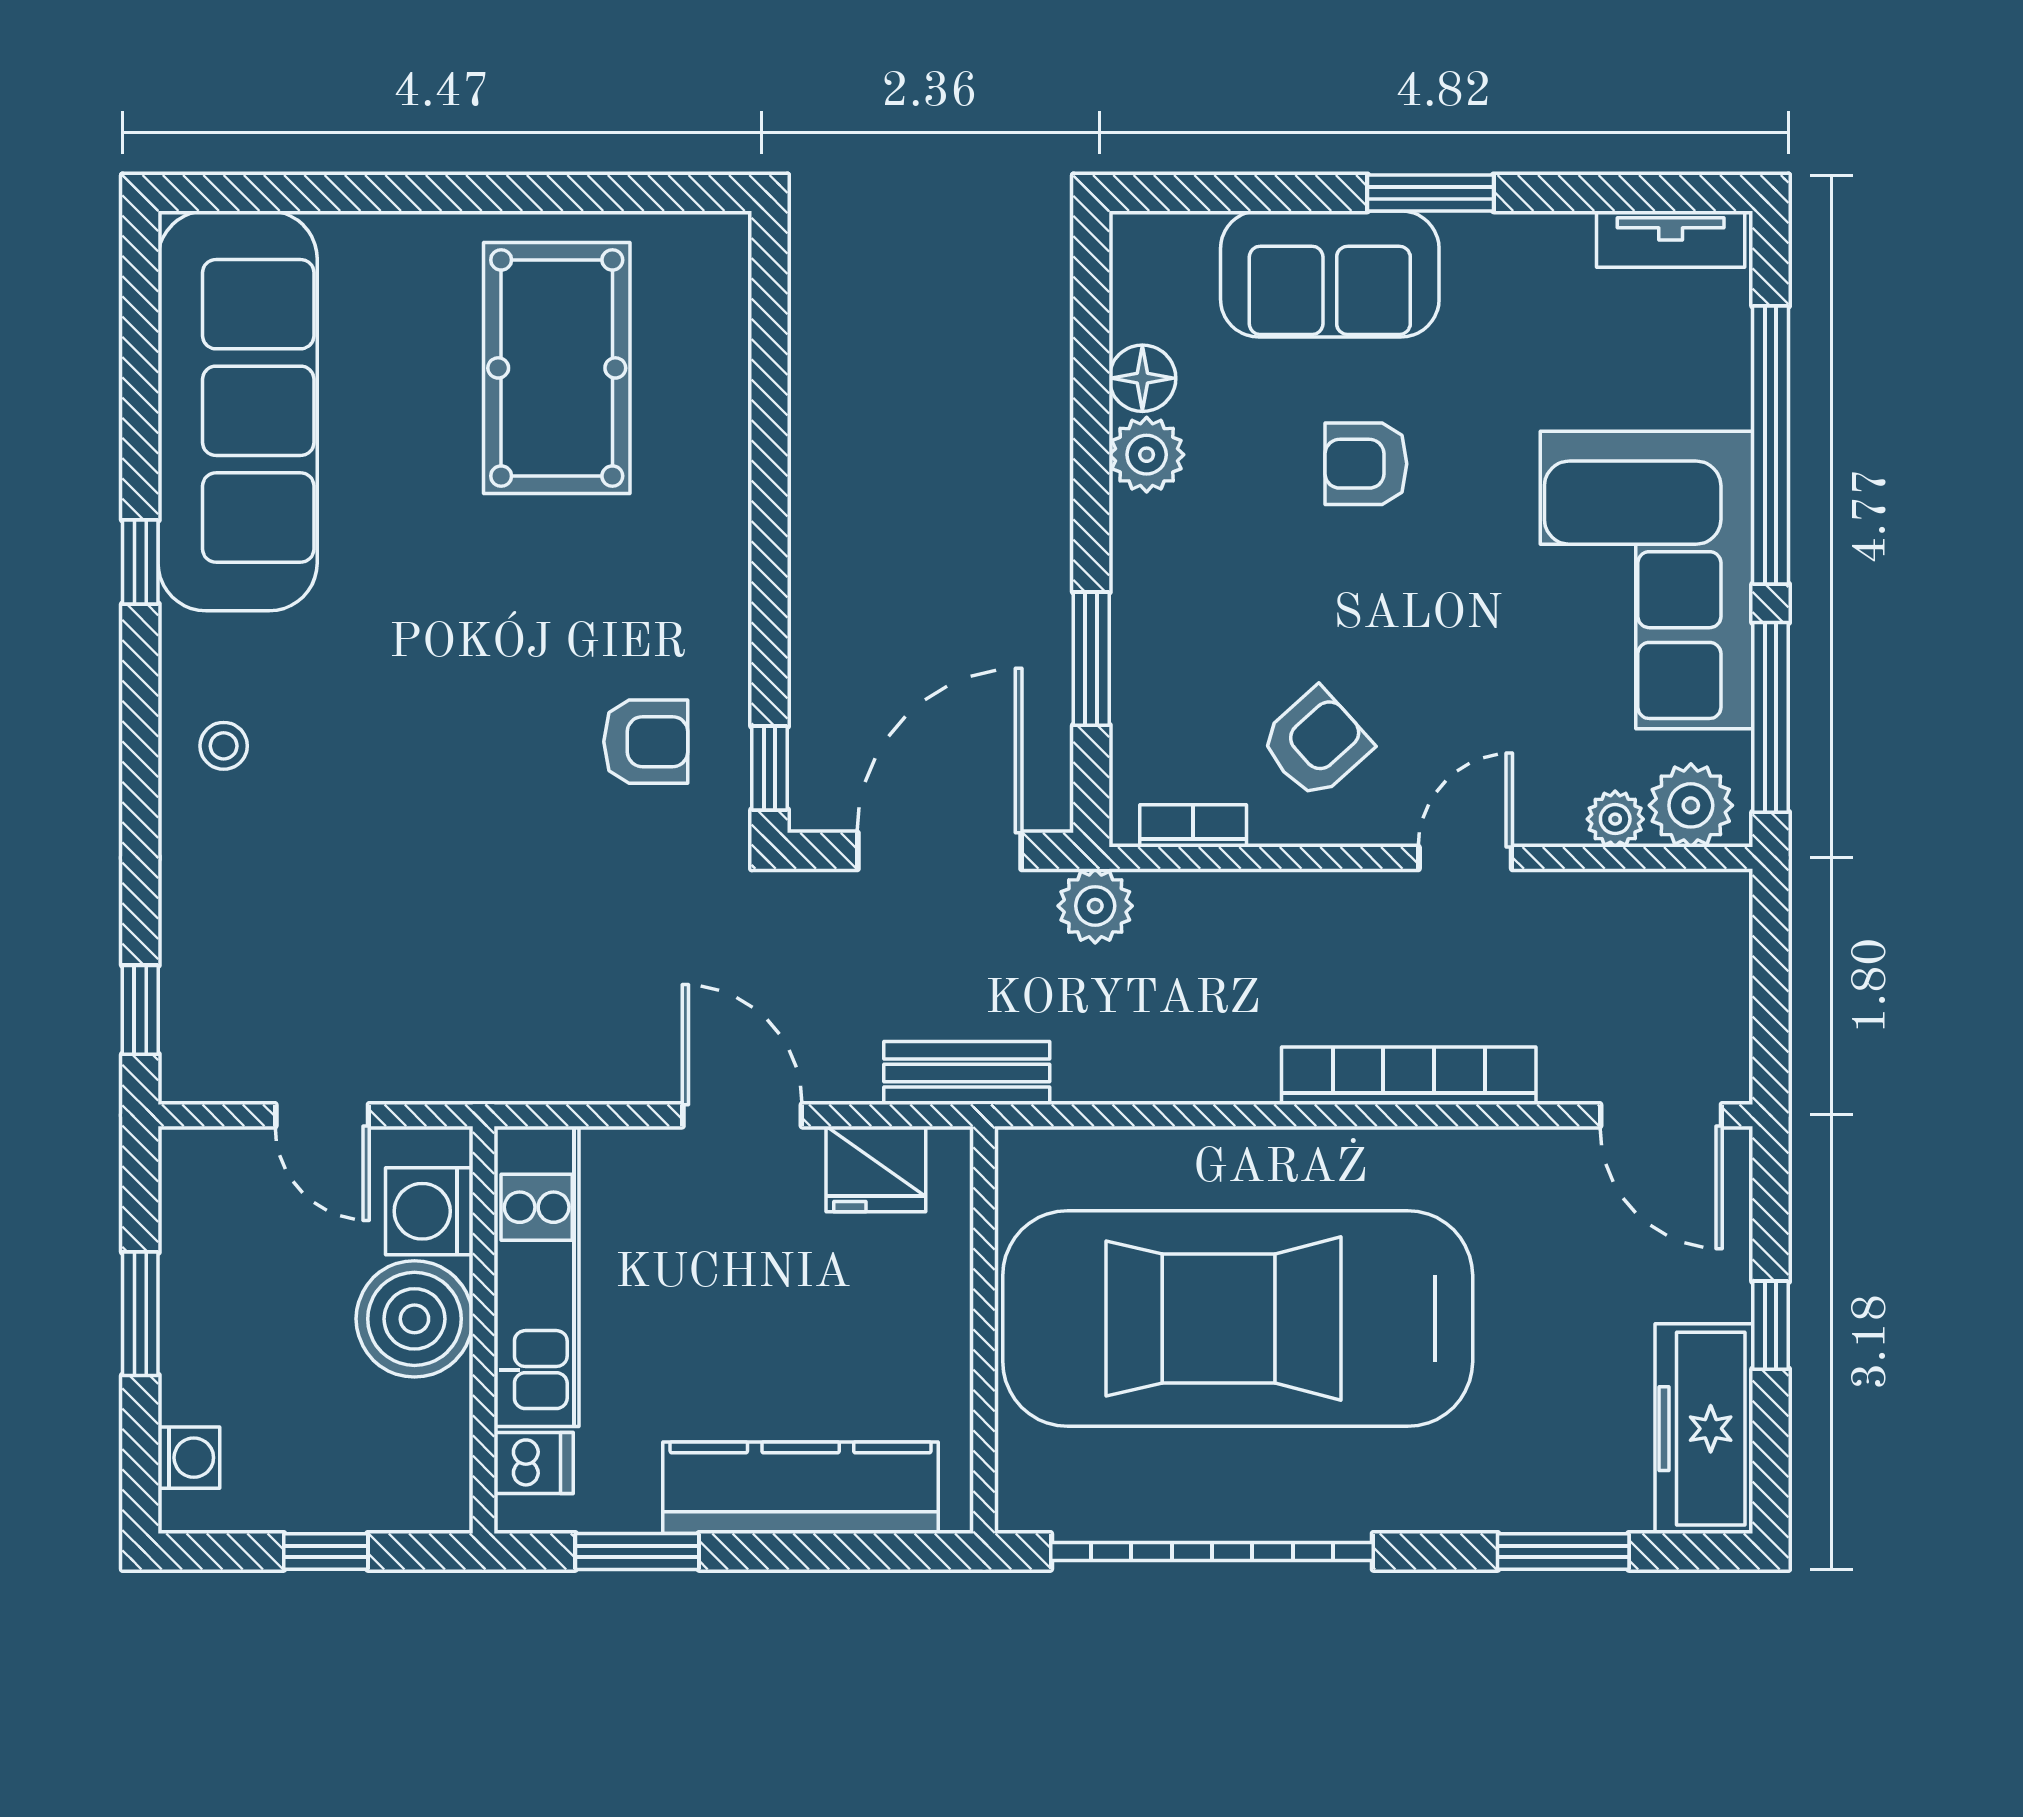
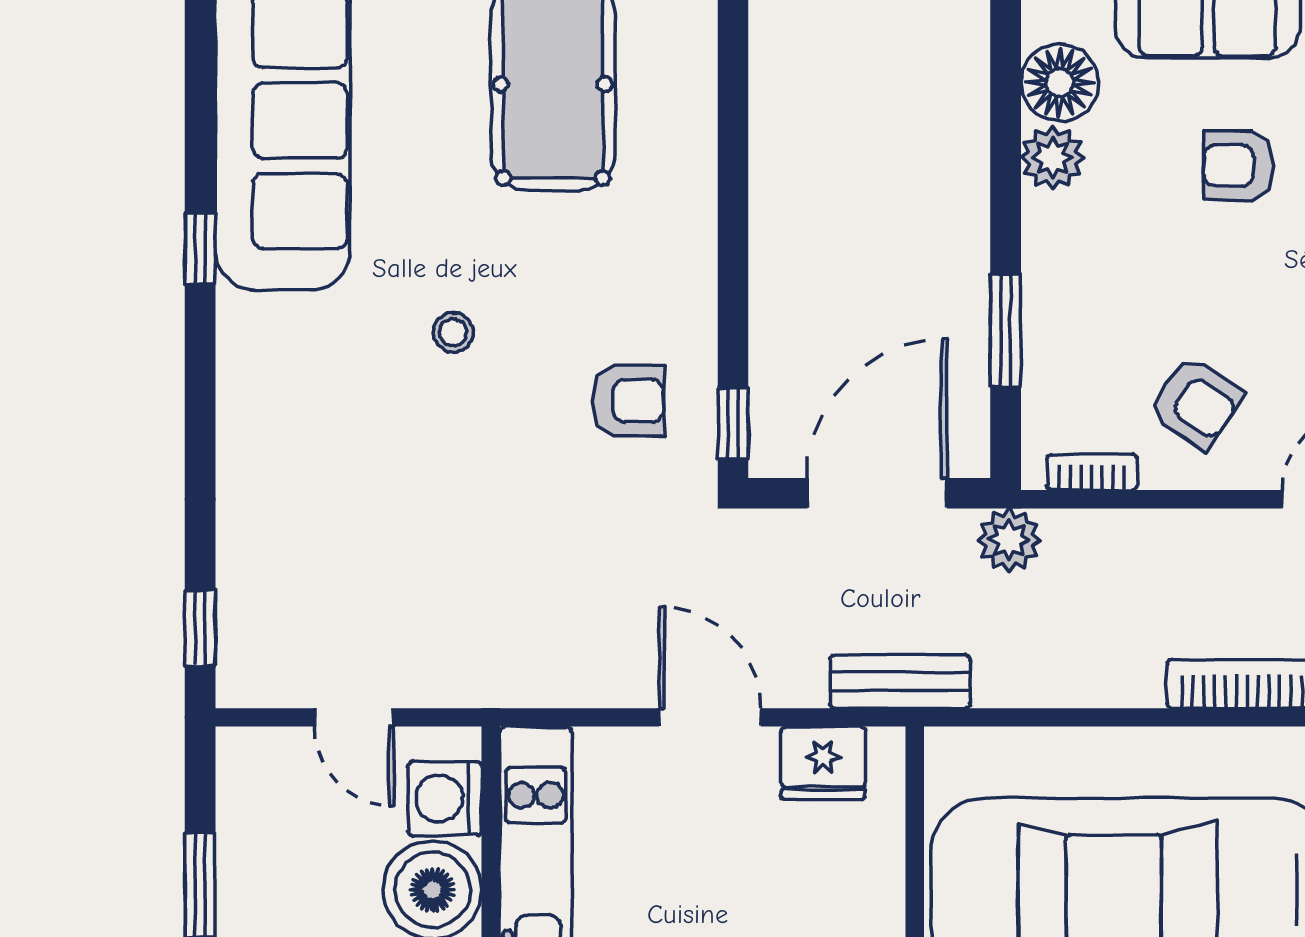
floor lamp: (1142, 378) -> (1060, 82), width x1.38, depth x1.38
armchair: (1316, 743) -> (1196, 402), turned 76
stool: (224, 746) -> (453, 333), moved

